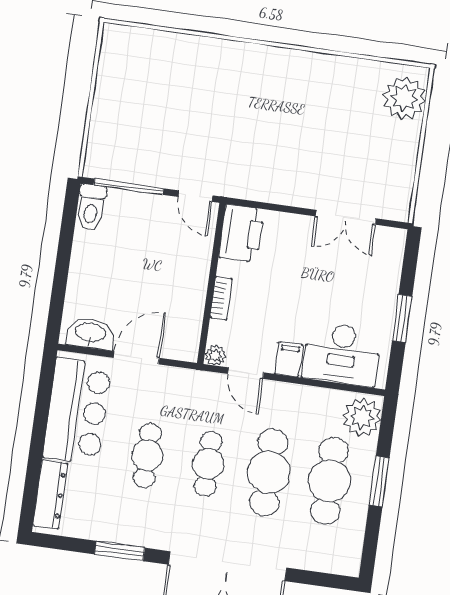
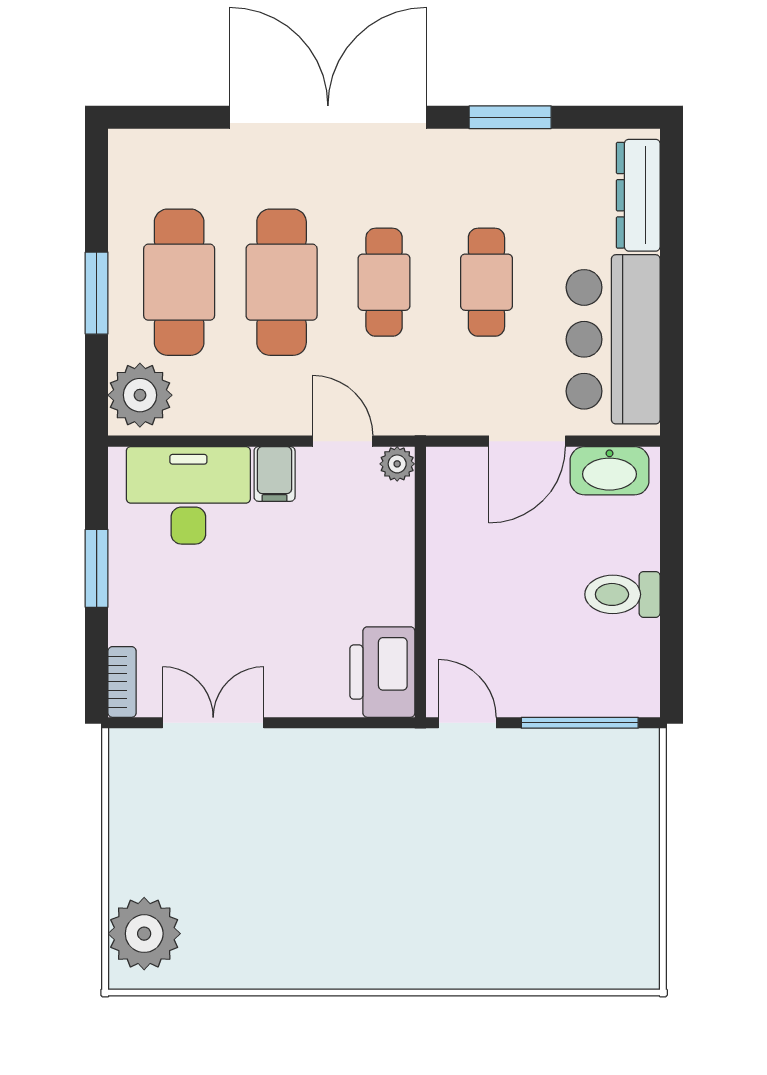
toilet: (91, 207) -> (623, 594), moved, turned -90
bookcase: (221, 298) -> (122, 682), moved, turned 180

